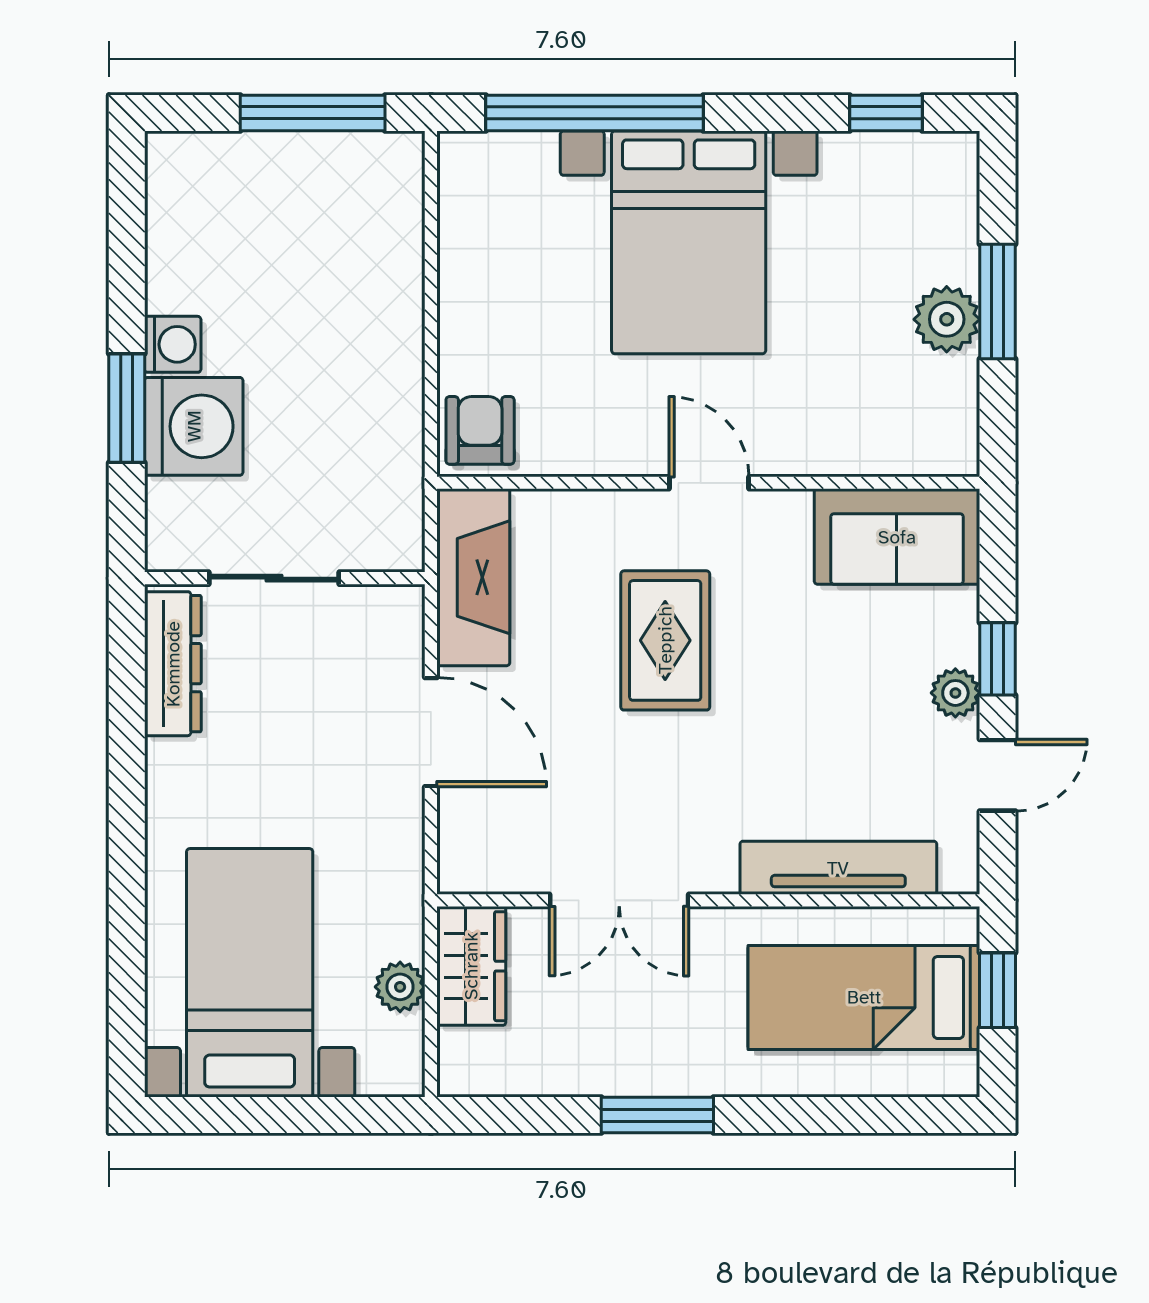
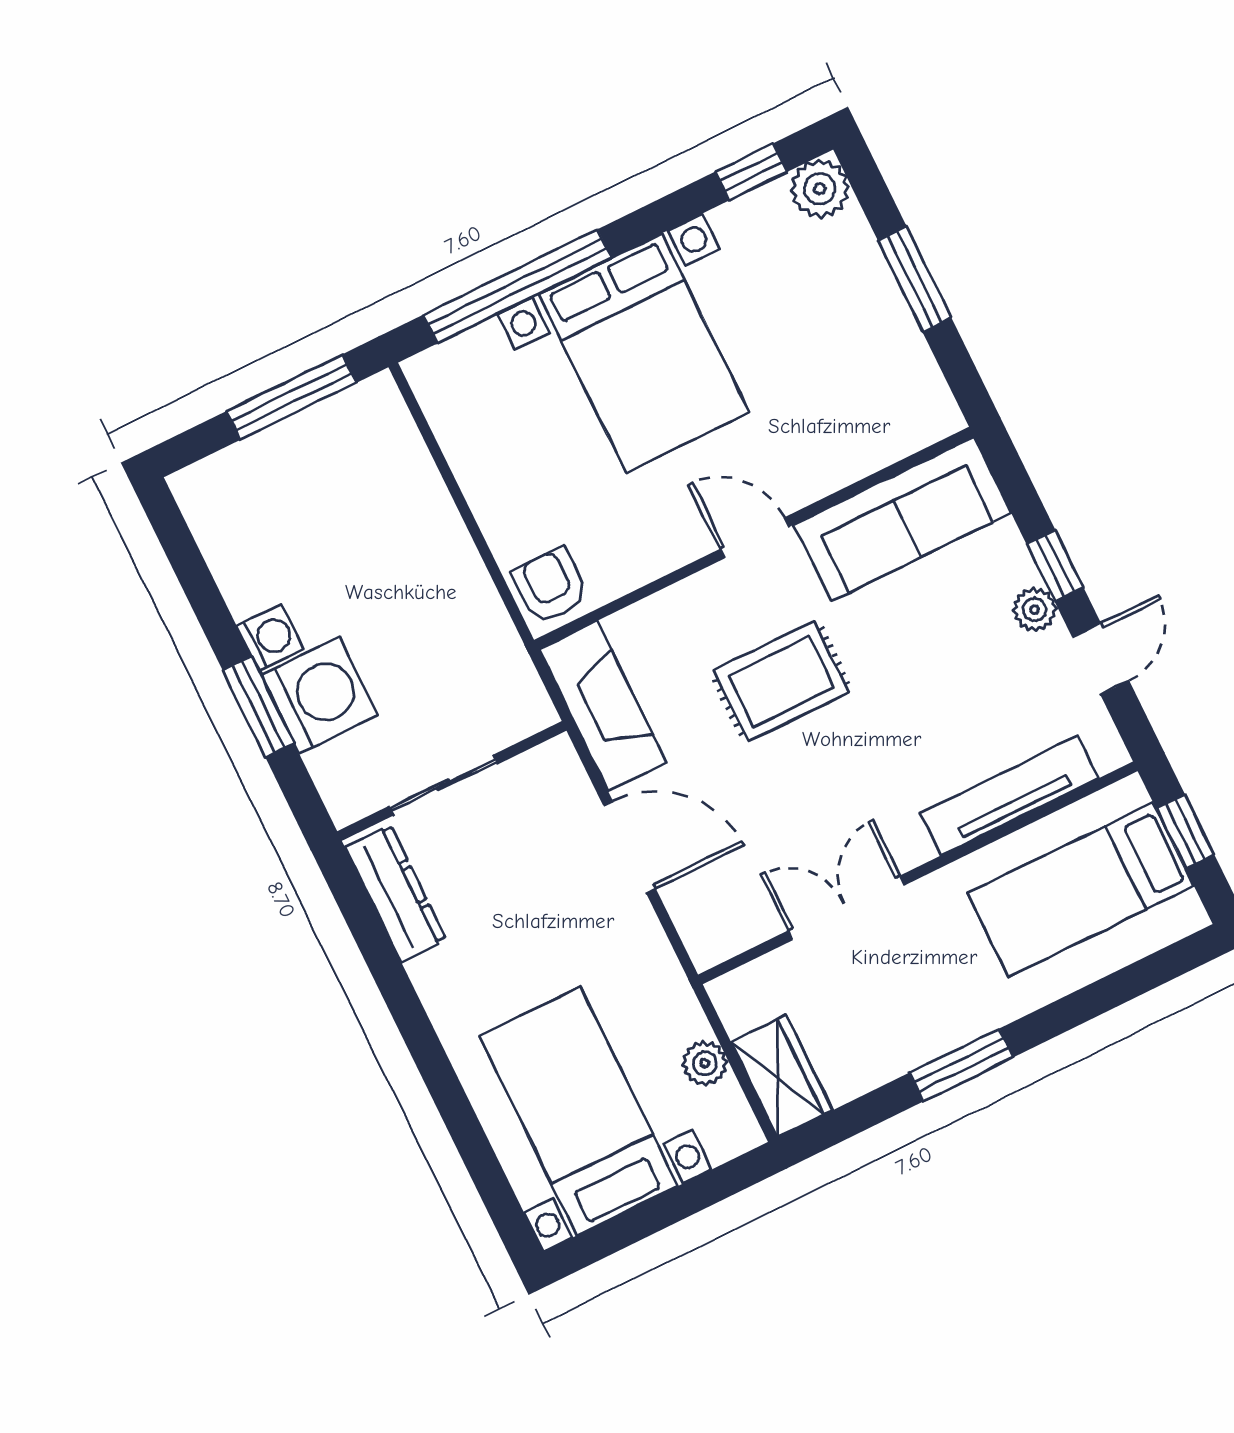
plant: (947, 319) -> (820, 189), moved
sofa: (897, 537) -> (902, 519), width x1.36
rug: (665, 640) -> (781, 681), turned 90
double door: (619, 900) -> (846, 908), swing flipped
wardrobe: (471, 966) -> (782, 1076), moved

